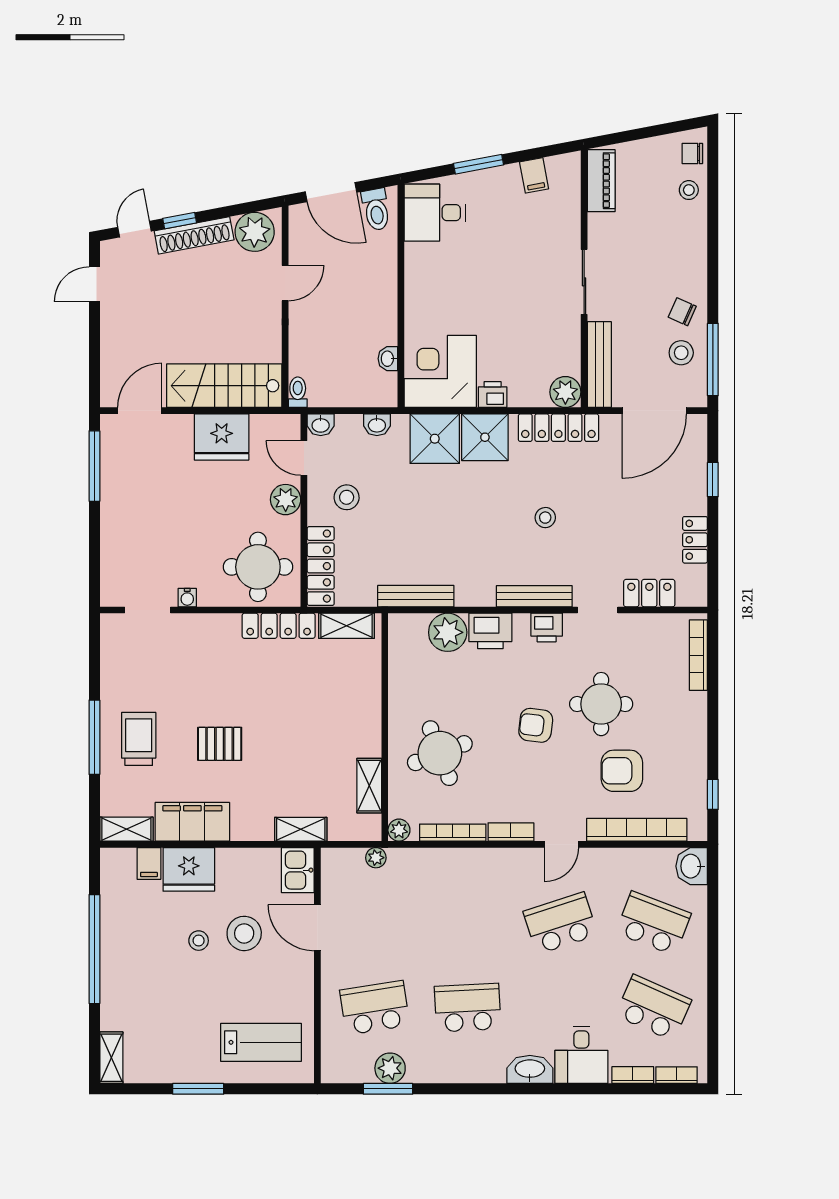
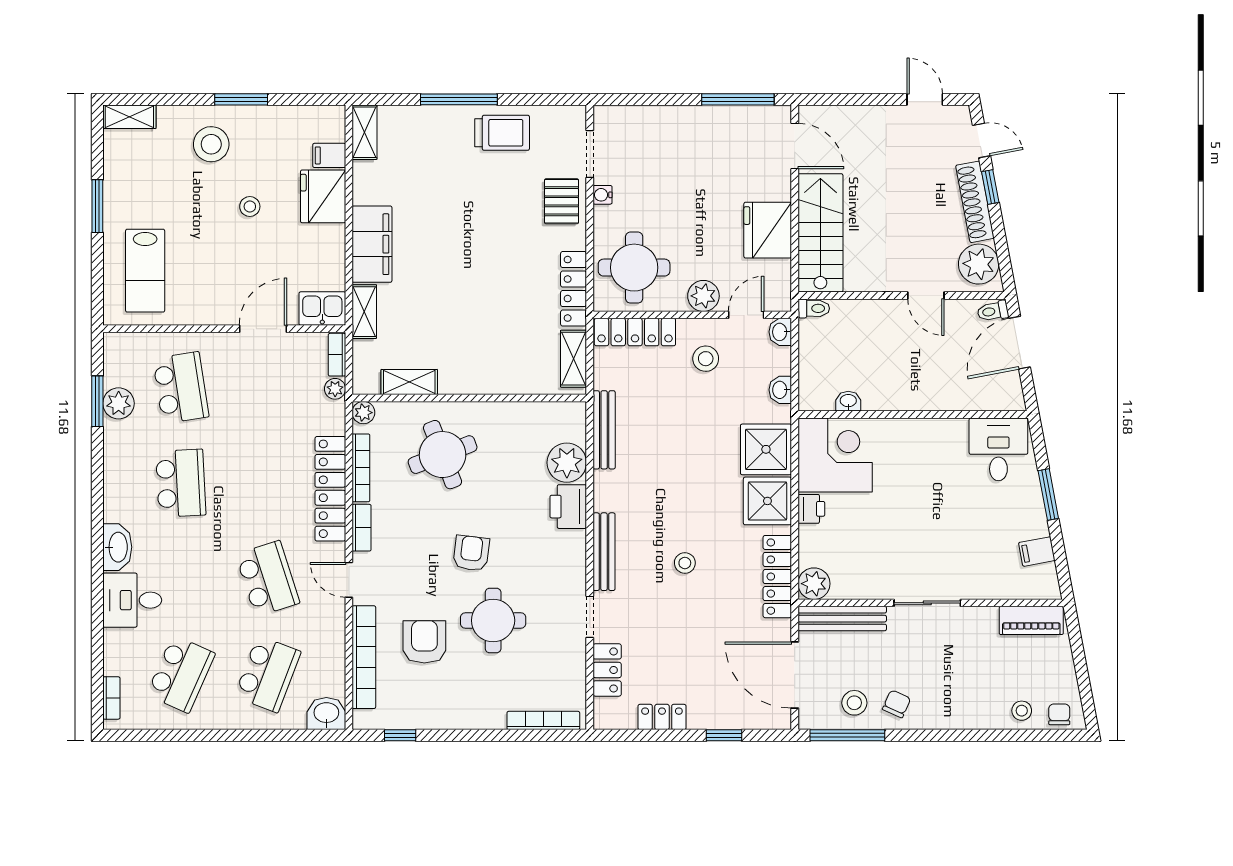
toilet: (376, 210) -> (993, 311), moved, width x0.73, depth x0.72
printer: (547, 627) -> (572, 564), removed
trolley: (139, 739) -> (502, 133), moved
pallet: (220, 744) -> (562, 201), moved
filing cabinet: (192, 822) -> (372, 244), moved
locker: (473, 862) -> (330, 489), added
stool: (244, 933) -> (211, 144), moved
window: (94, 949) -> (241, 99), width x0.47
bookcase: (633, 1075) -> (337, 355), moved, turned 180

